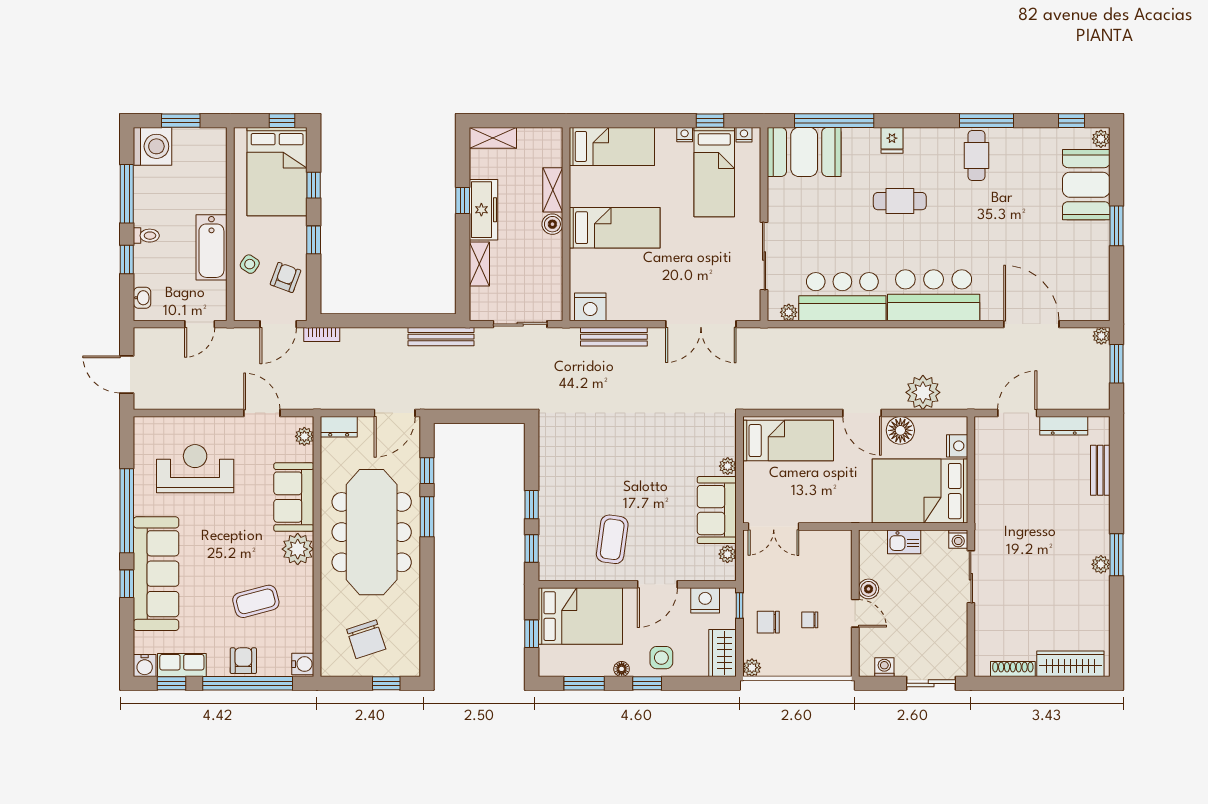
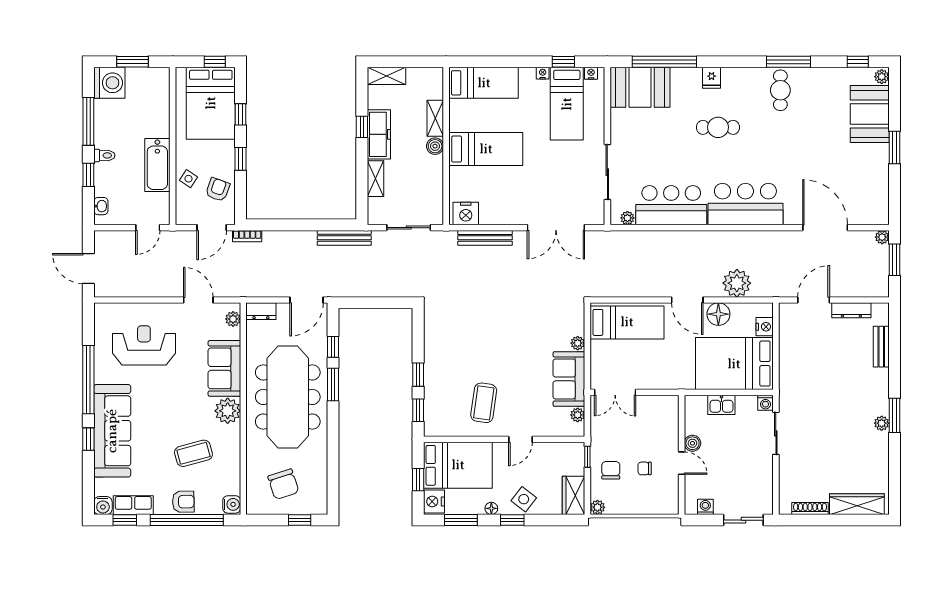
door: (657, 584) -> (520, 439), width x0.73
nightstand: (705, 600) -> (434, 501), moved, turned -90
chair: (768, 622) -> (611, 470), turned 90
side table: (661, 658) -> (524, 499), turned 38
armchair: (243, 661) -> (183, 502), turned 89

